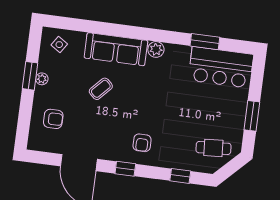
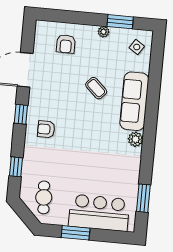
window: (205, 42) -> (143, 198), moved
bar counter: (221, 67) -> (99, 213), moved, turned 90
window: (30, 76) -> (120, 22), moved

